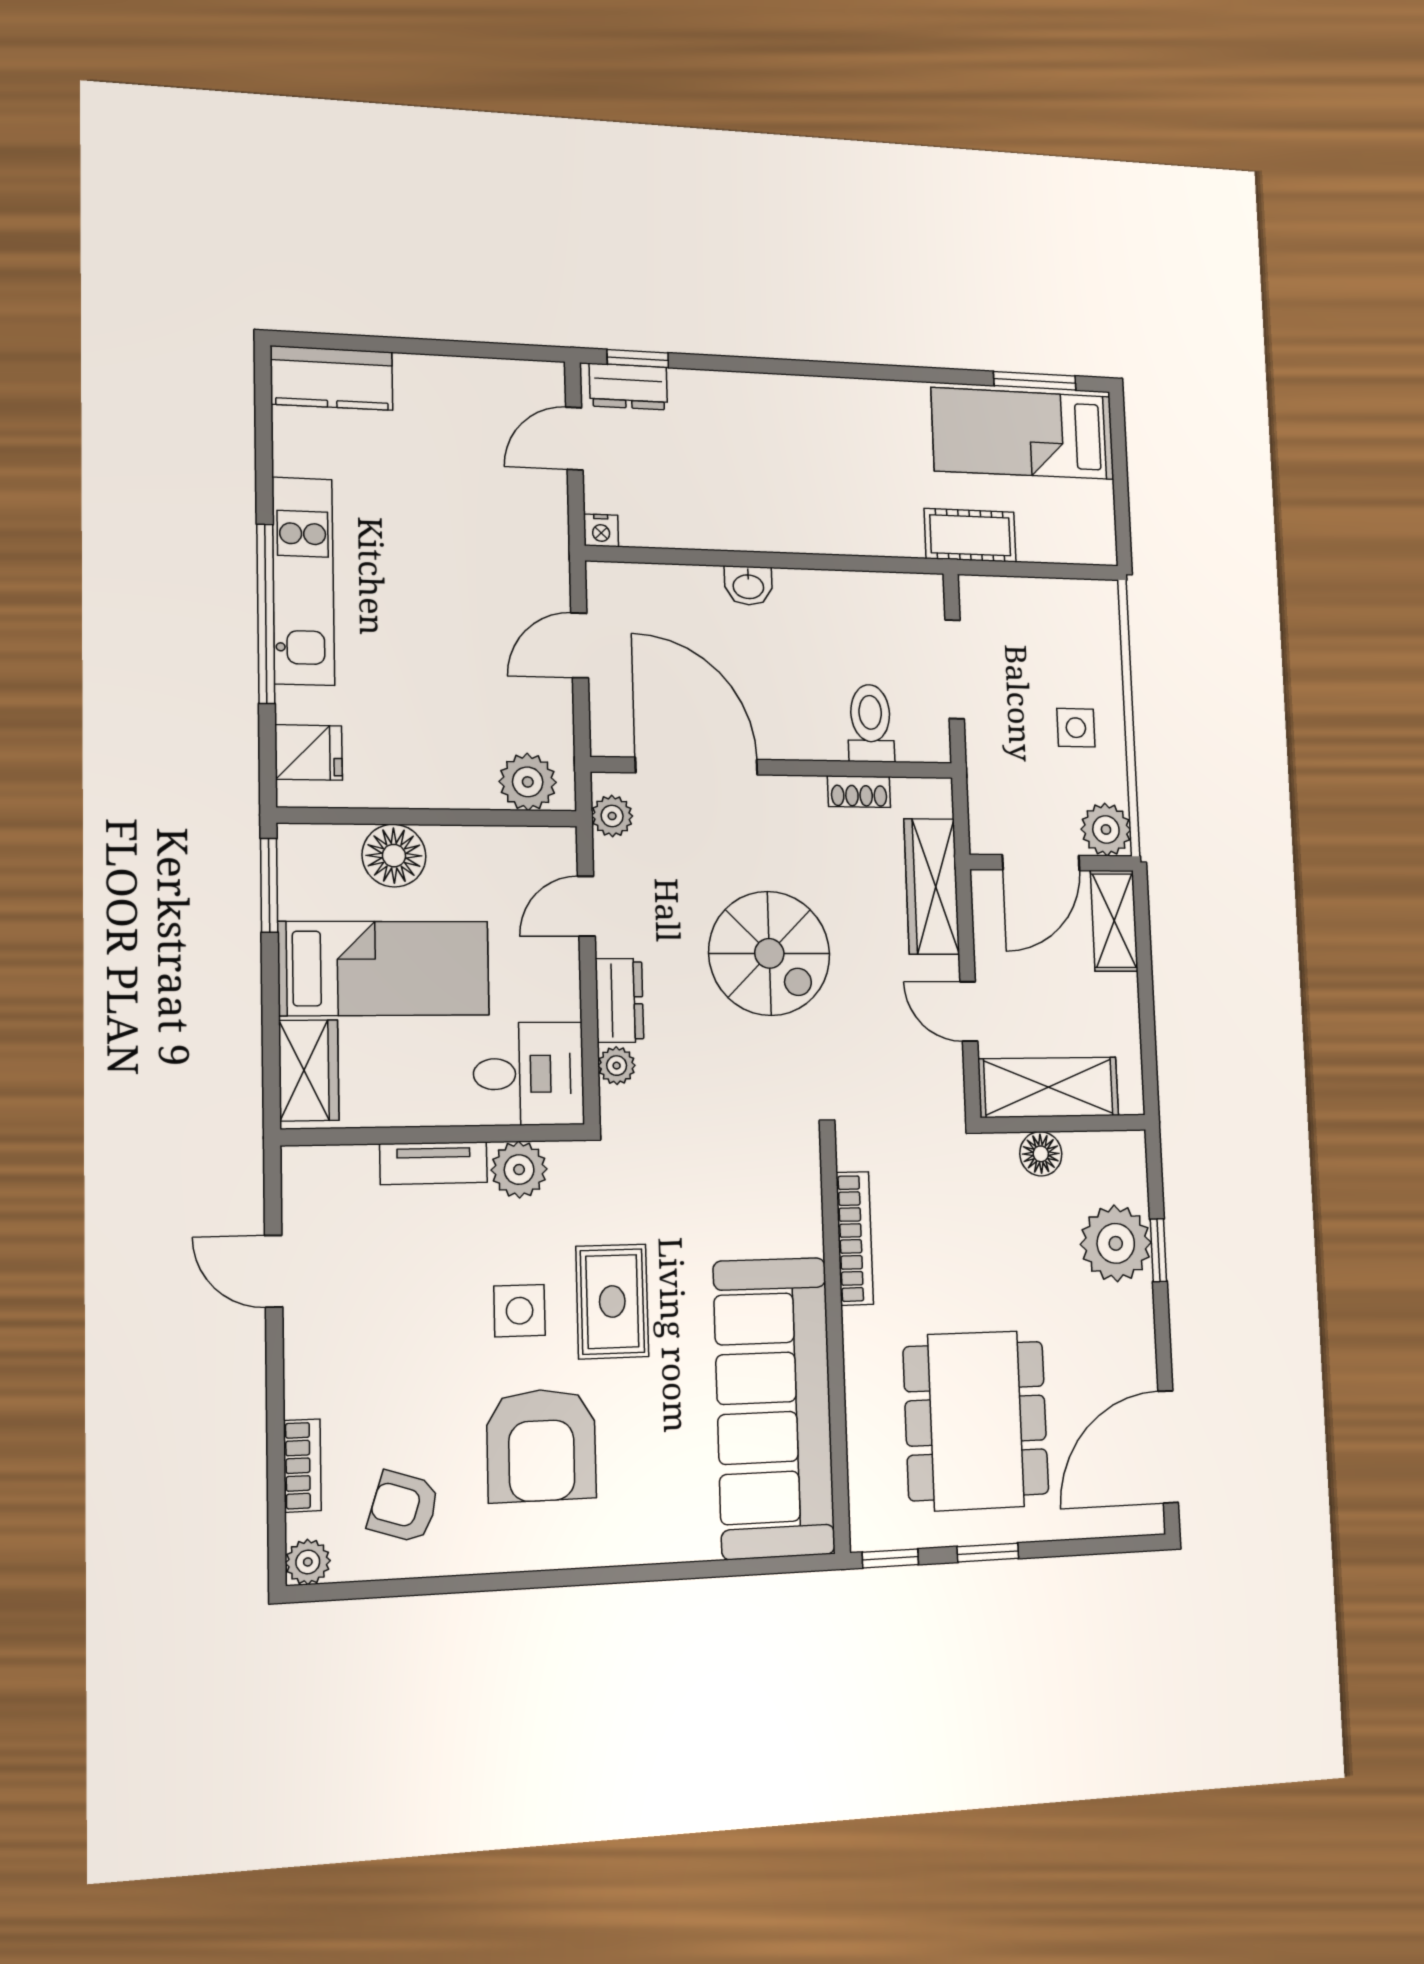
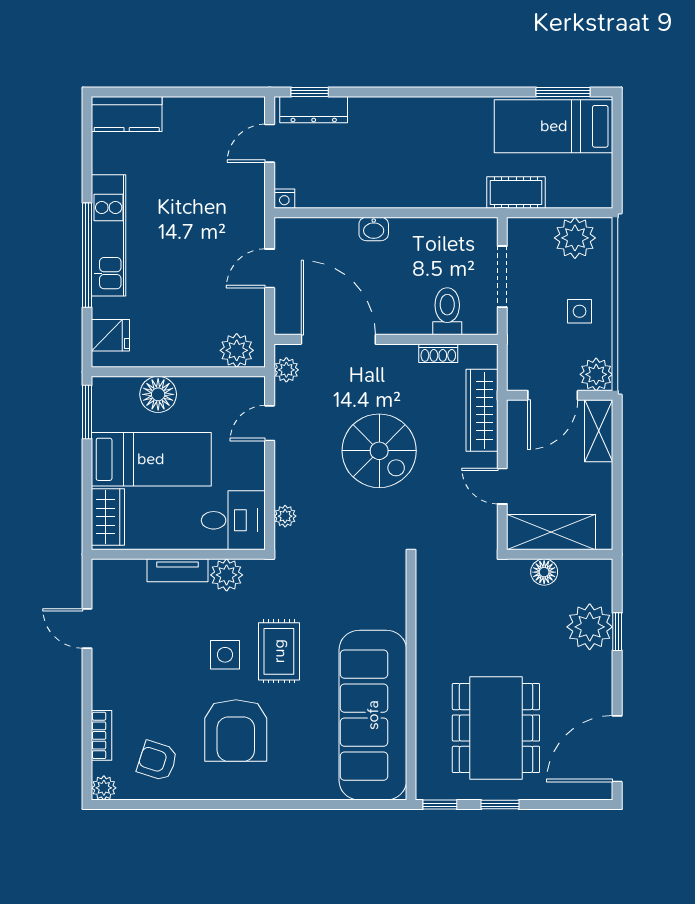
dresser: (628, 387) -> (314, 110), width x1.44
plant: (1063, 611) -> (575, 238), added
dresser: (619, 1000) -> (288, 478), removed
bookcase: (855, 1238) -> (425, 619), removed

